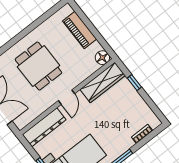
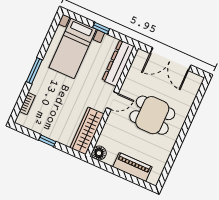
window: (134, 83) -> (47, 141), moved
door: (66, 97) -> (112, 101), swing flipped

